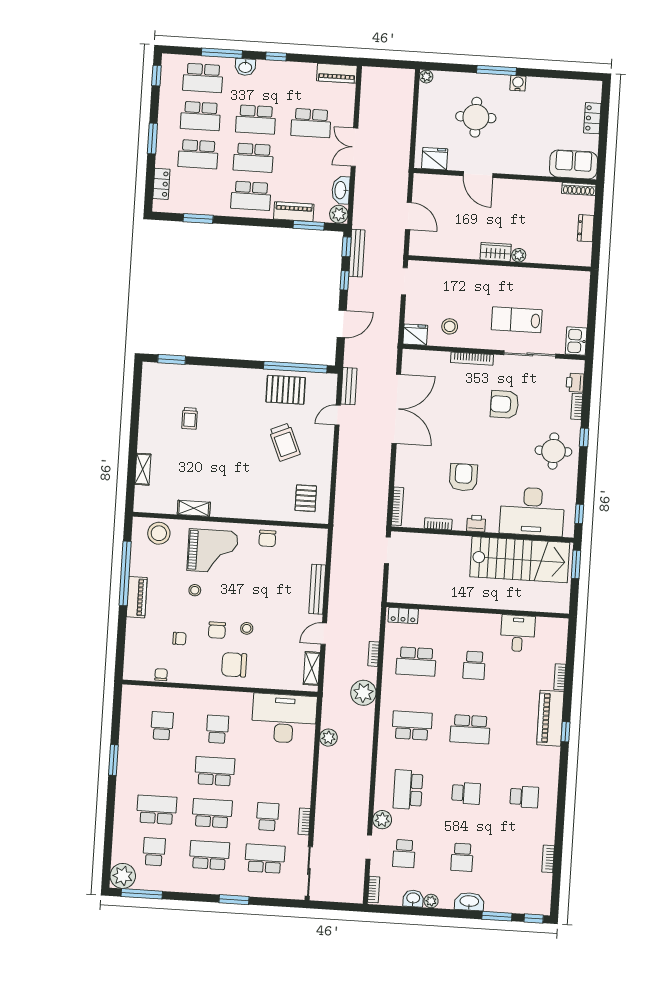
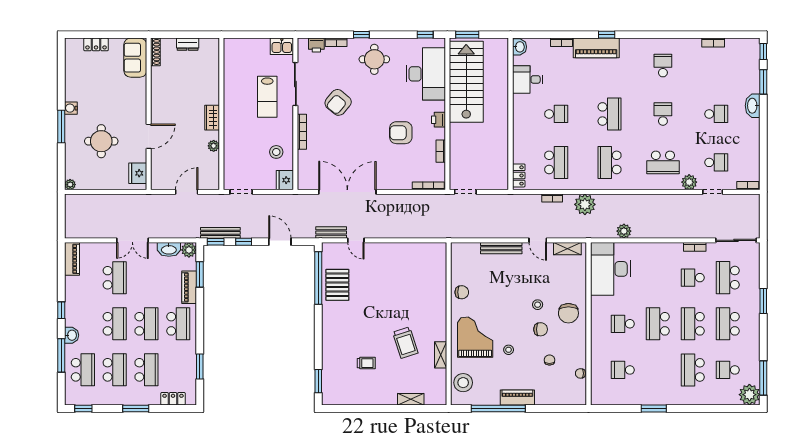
plant: (519, 255) -> (214, 146), moved
armchair: (504, 404) -> (338, 102), turned 40
trolley: (285, 442) -> (405, 343), moved, turned 95
pallet: (306, 498) -> (426, 262), removed
washbasin: (413, 898) -> (519, 47), moved, turned 180
plant: (431, 901) -> (754, 137), removed

